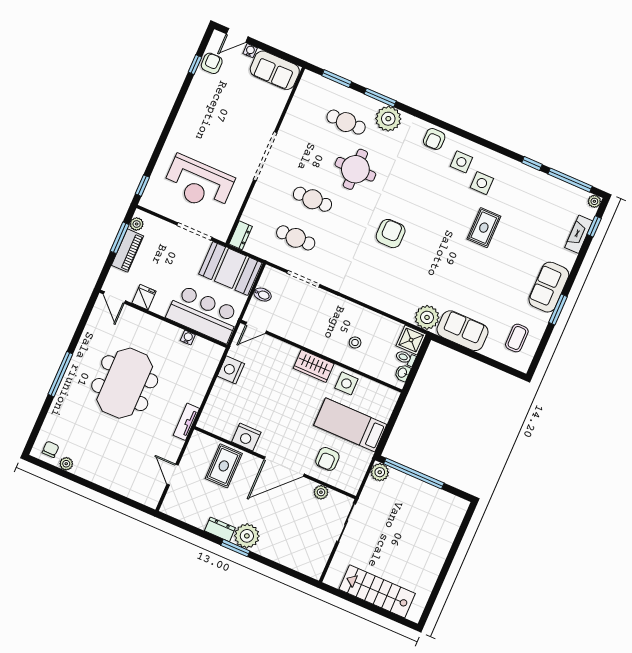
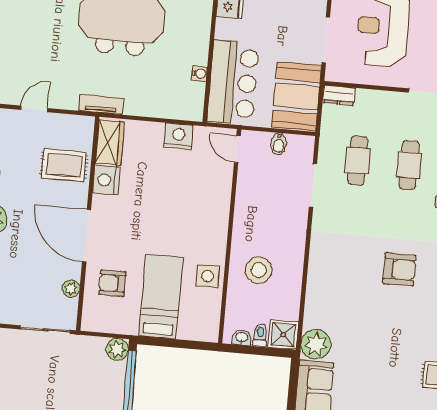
stool: (355, 343) -> (259, 270), width x1.89, depth x1.89
wardrobe: (314, 366) -> (110, 143), moved, turned 180

